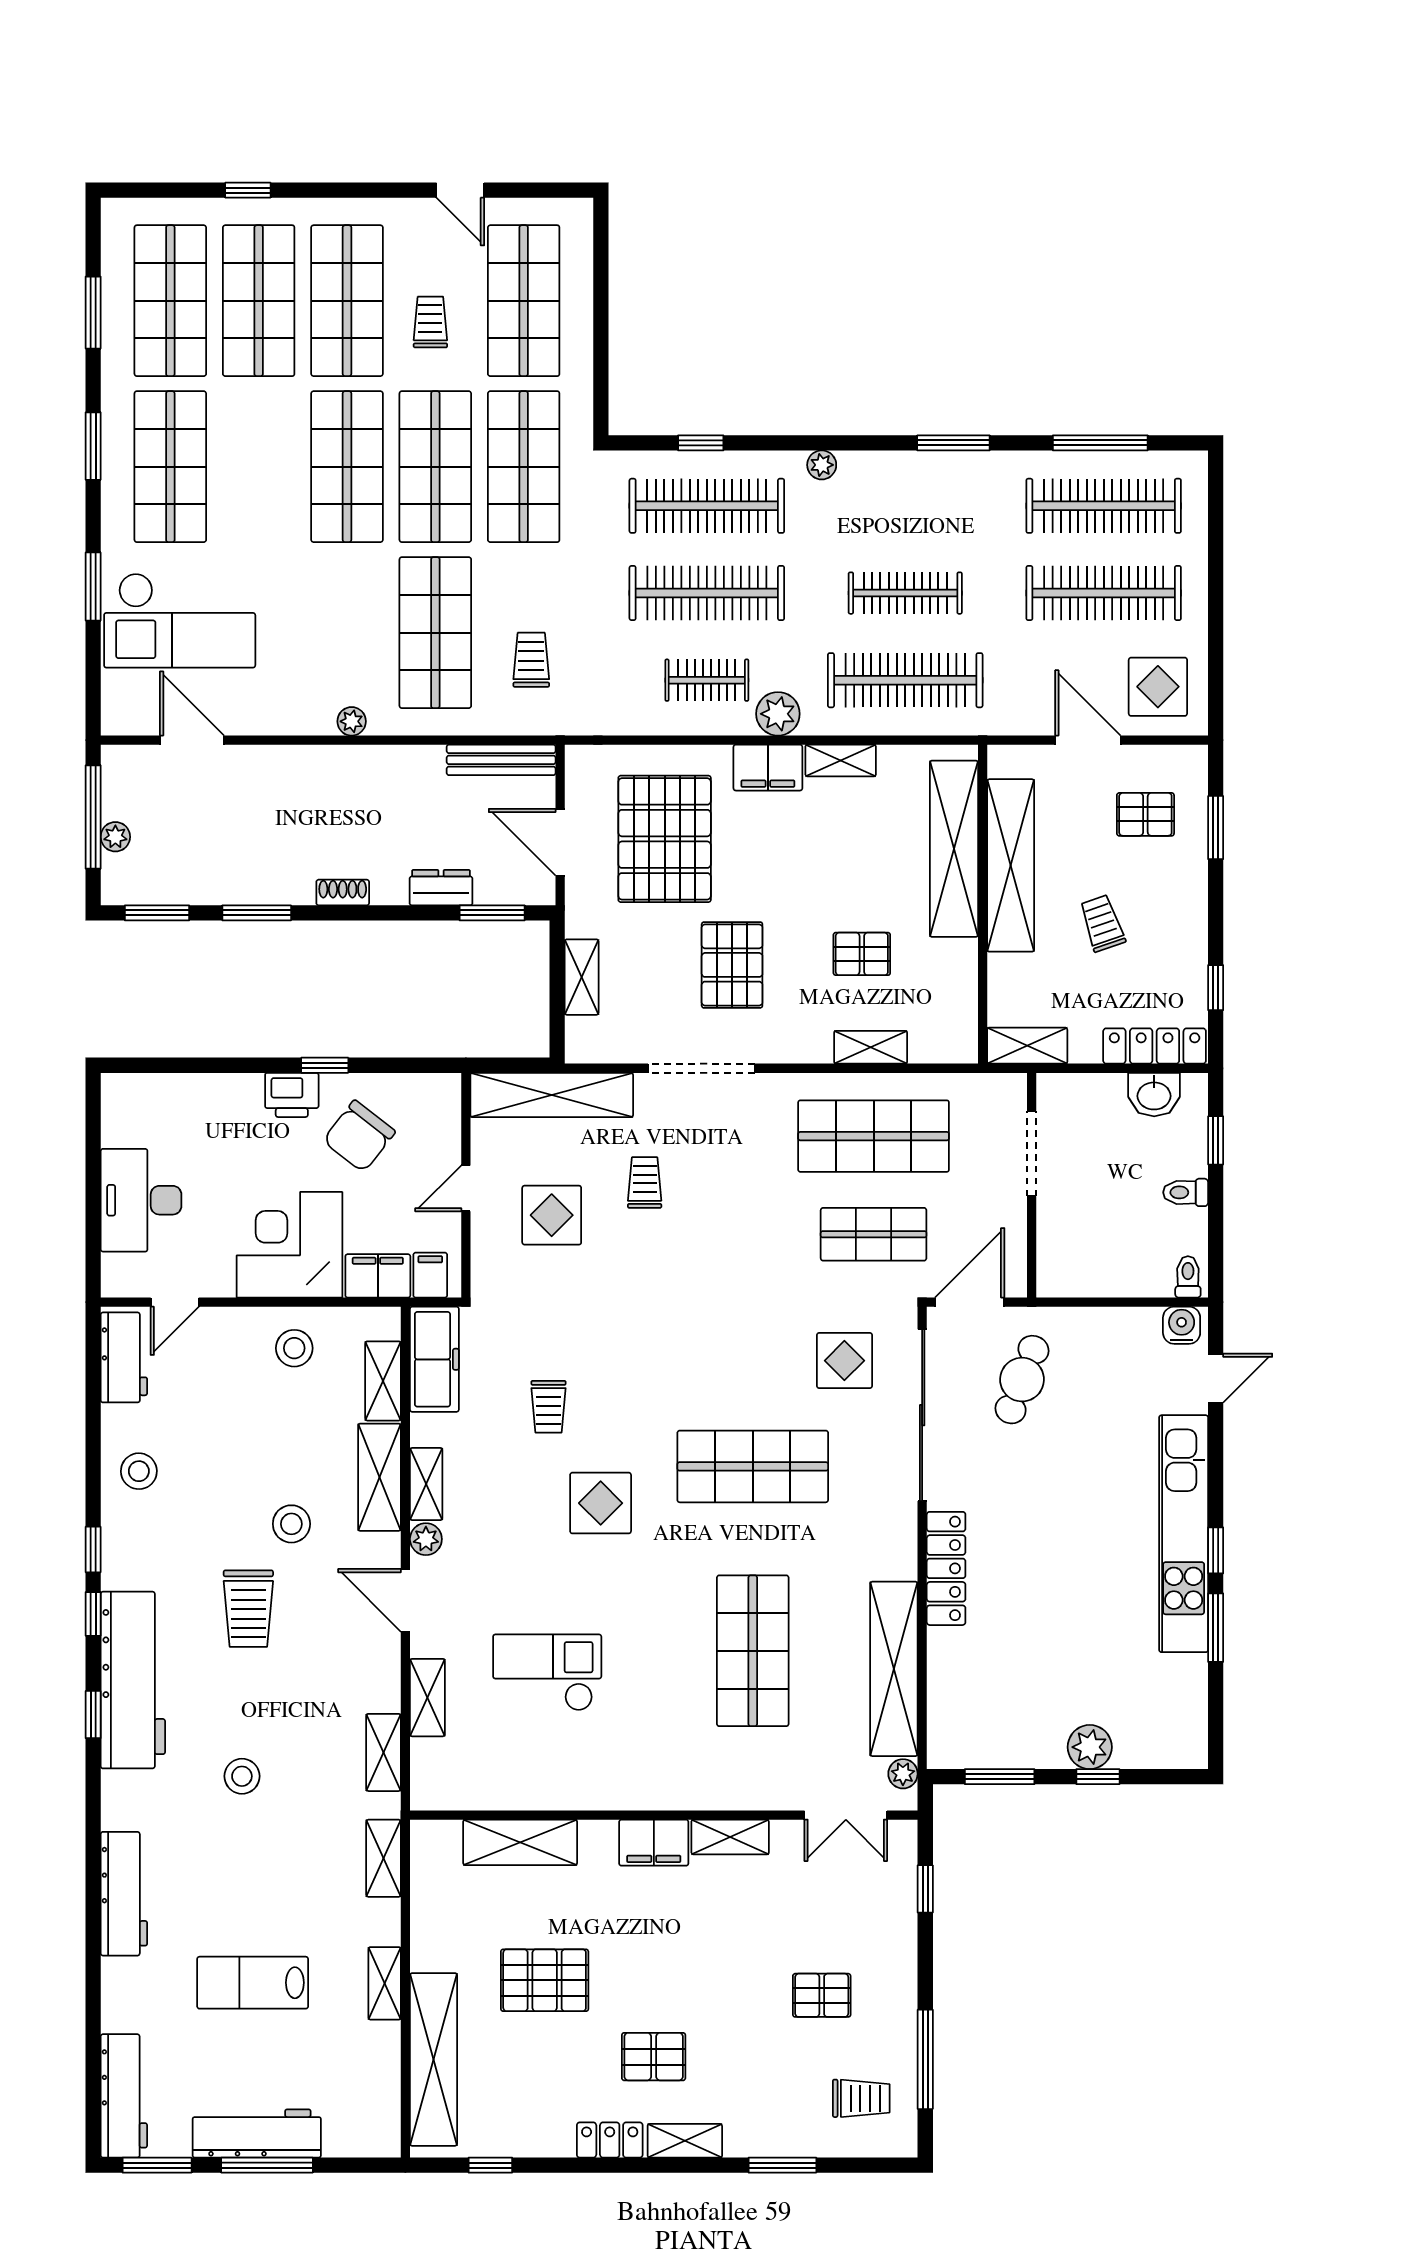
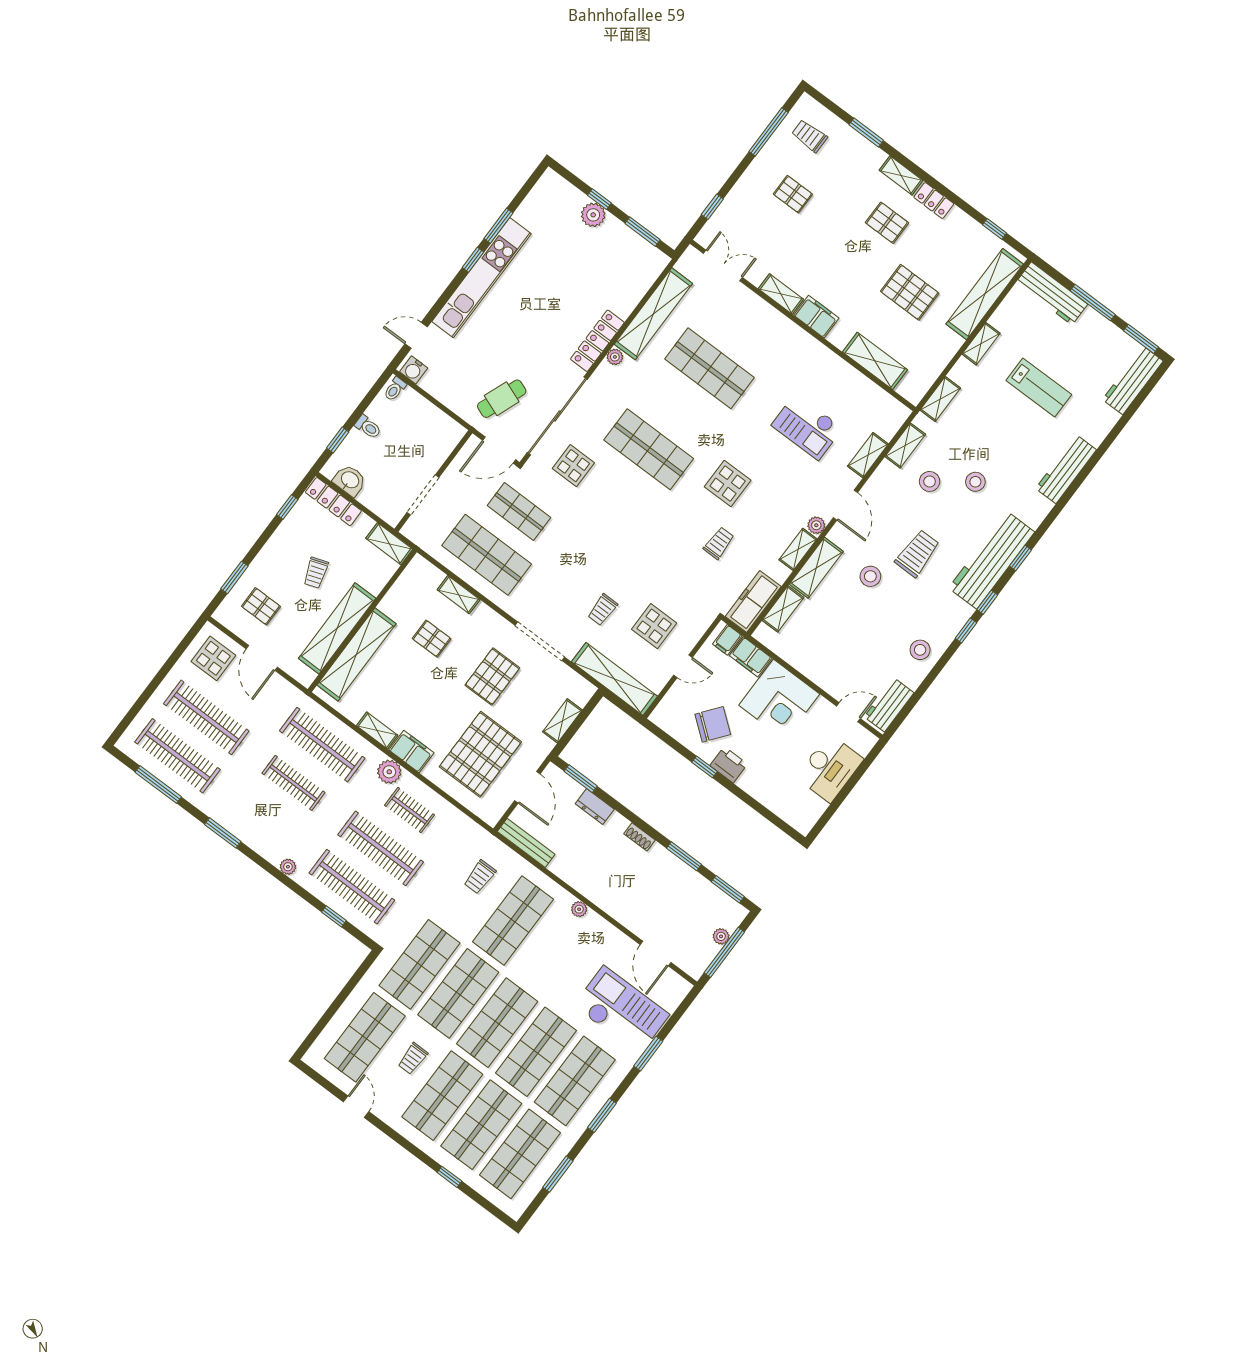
shop shelf: (259, 467) -> (536, 1052), added
stool: (294, 1348) -> (930, 481), moved
shop shelf: (753, 1651) -> (710, 368), turned 90
plant: (903, 1774) -> (615, 357), moved
workbench: (257, 2133) -> (1052, 294), moved

